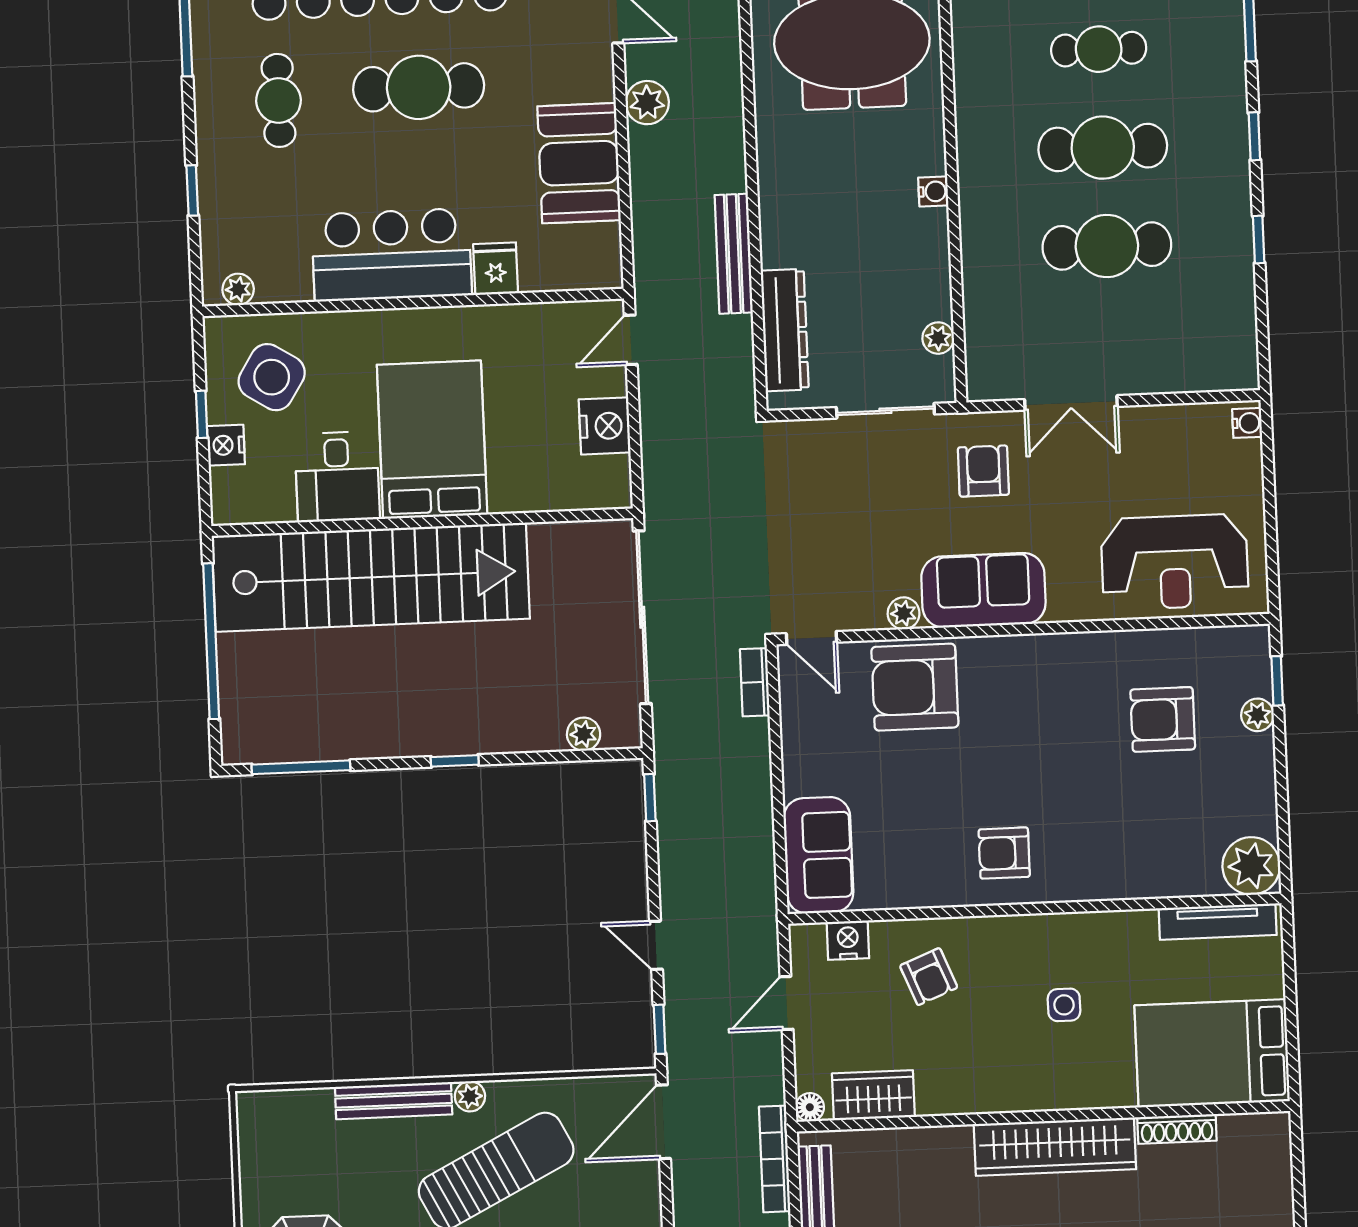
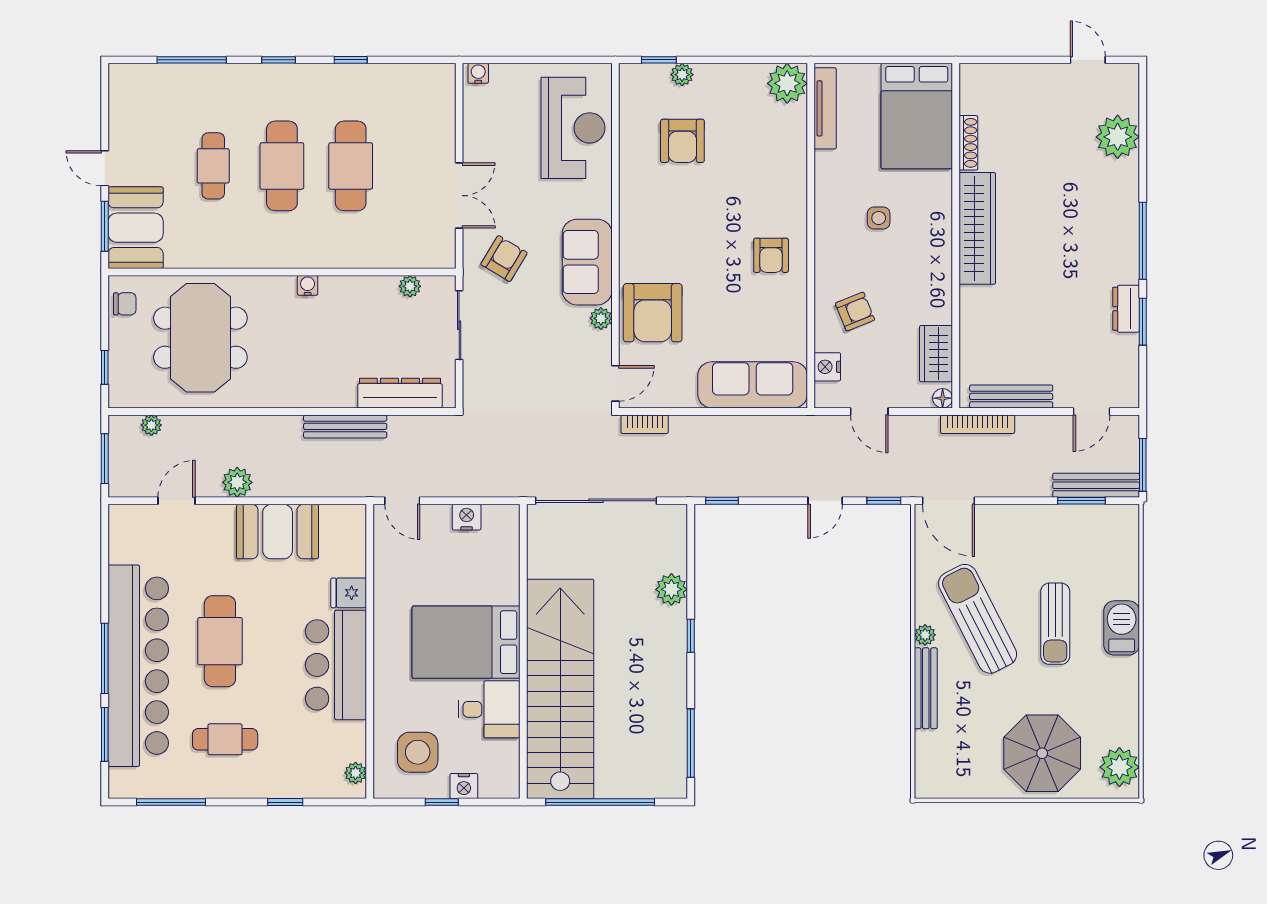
side table: (272, 377) -> (418, 752), turned -32
nightstand: (605, 426) -> (467, 517), width x0.74, depth x0.75
armchair: (983, 471) -> (504, 259), turned 121
plant: (584, 734) -> (671, 589), moved, width x1.38, depth x1.38
sofa: (818, 855) -> (753, 385), width x1.36

